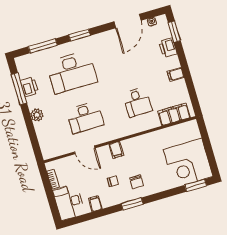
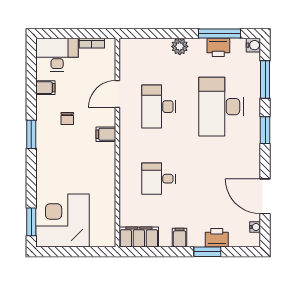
window: (174, 32) -> (207, 252), moved
water cooler: (20, 62) -> (253, 45), added
filing cabinet: (174, 114) -> (139, 237), moved, turned -90
chair: (137, 182) -> (58, 148), removed

